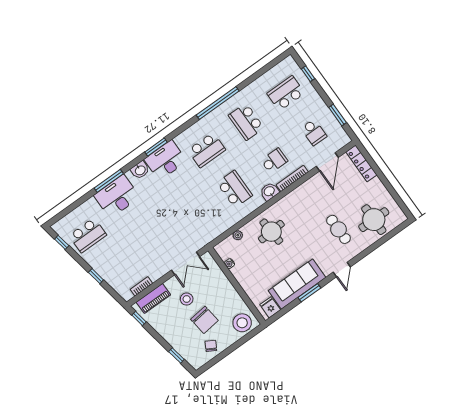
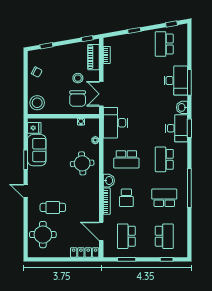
school desk: (314, 132) -> (126, 236), width x1.85
desk: (205, 227) -> (115, 123), added
sofa: (297, 284) -> (37, 150), width x0.73
chair: (204, 320) -> (78, 99), moved, turned -83

